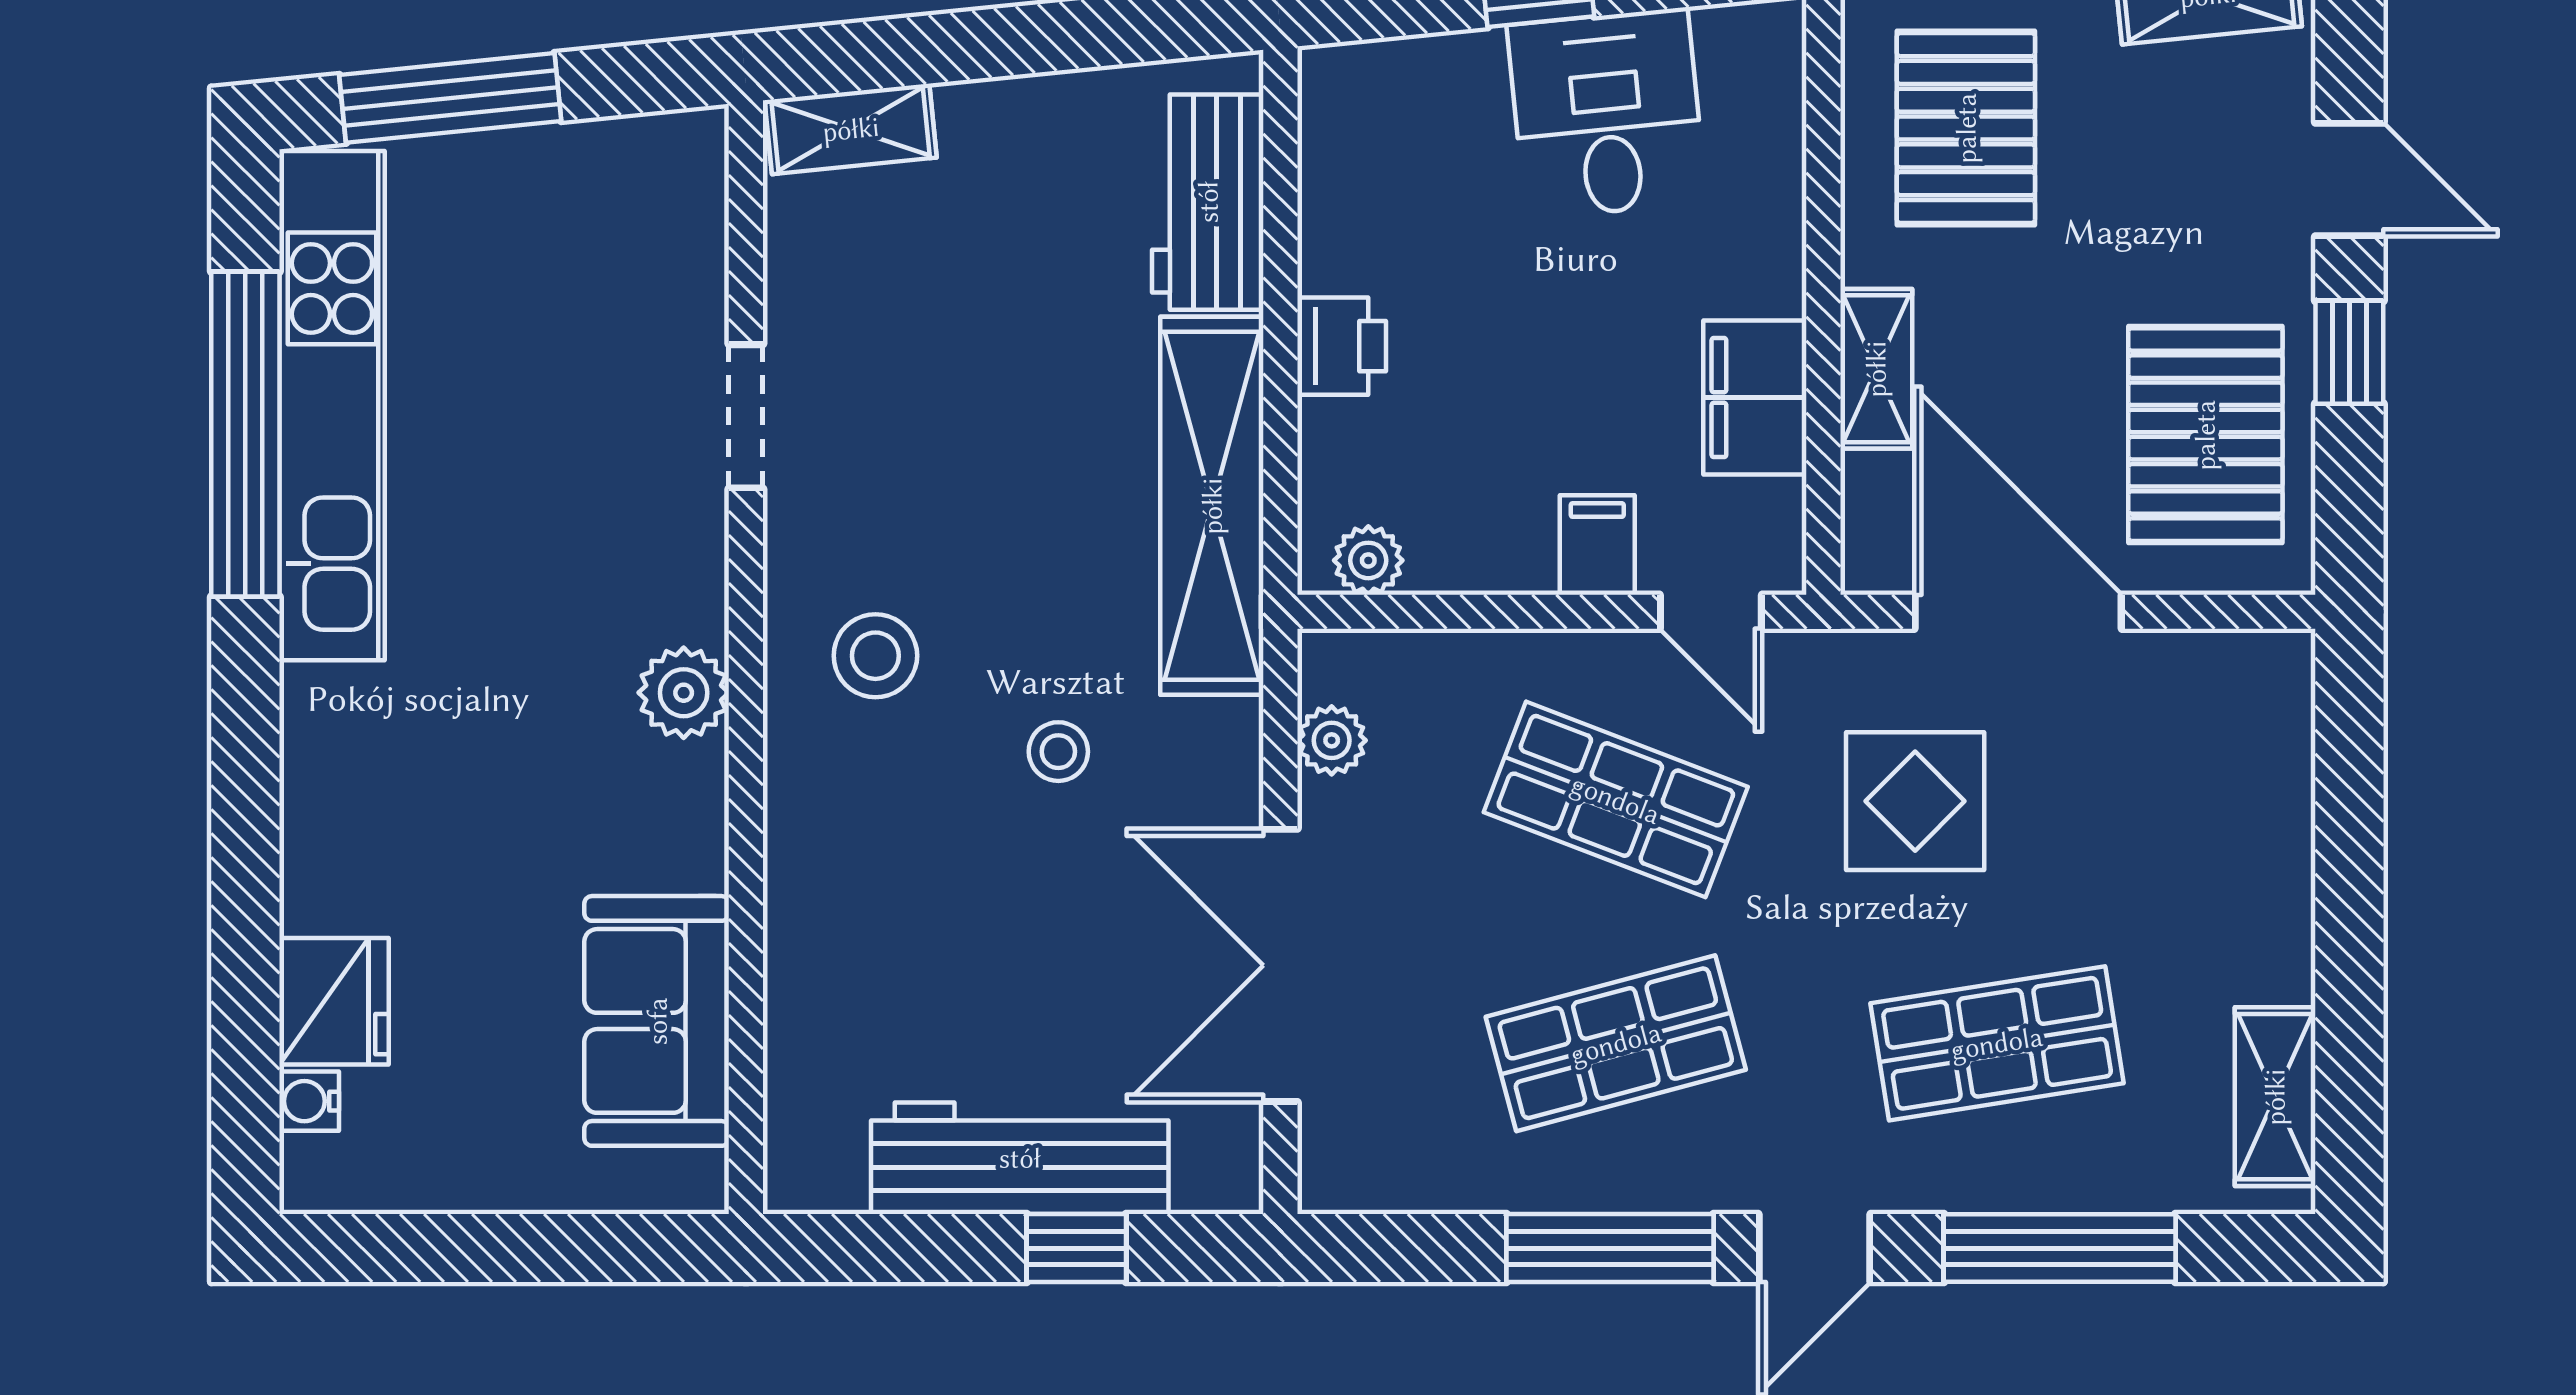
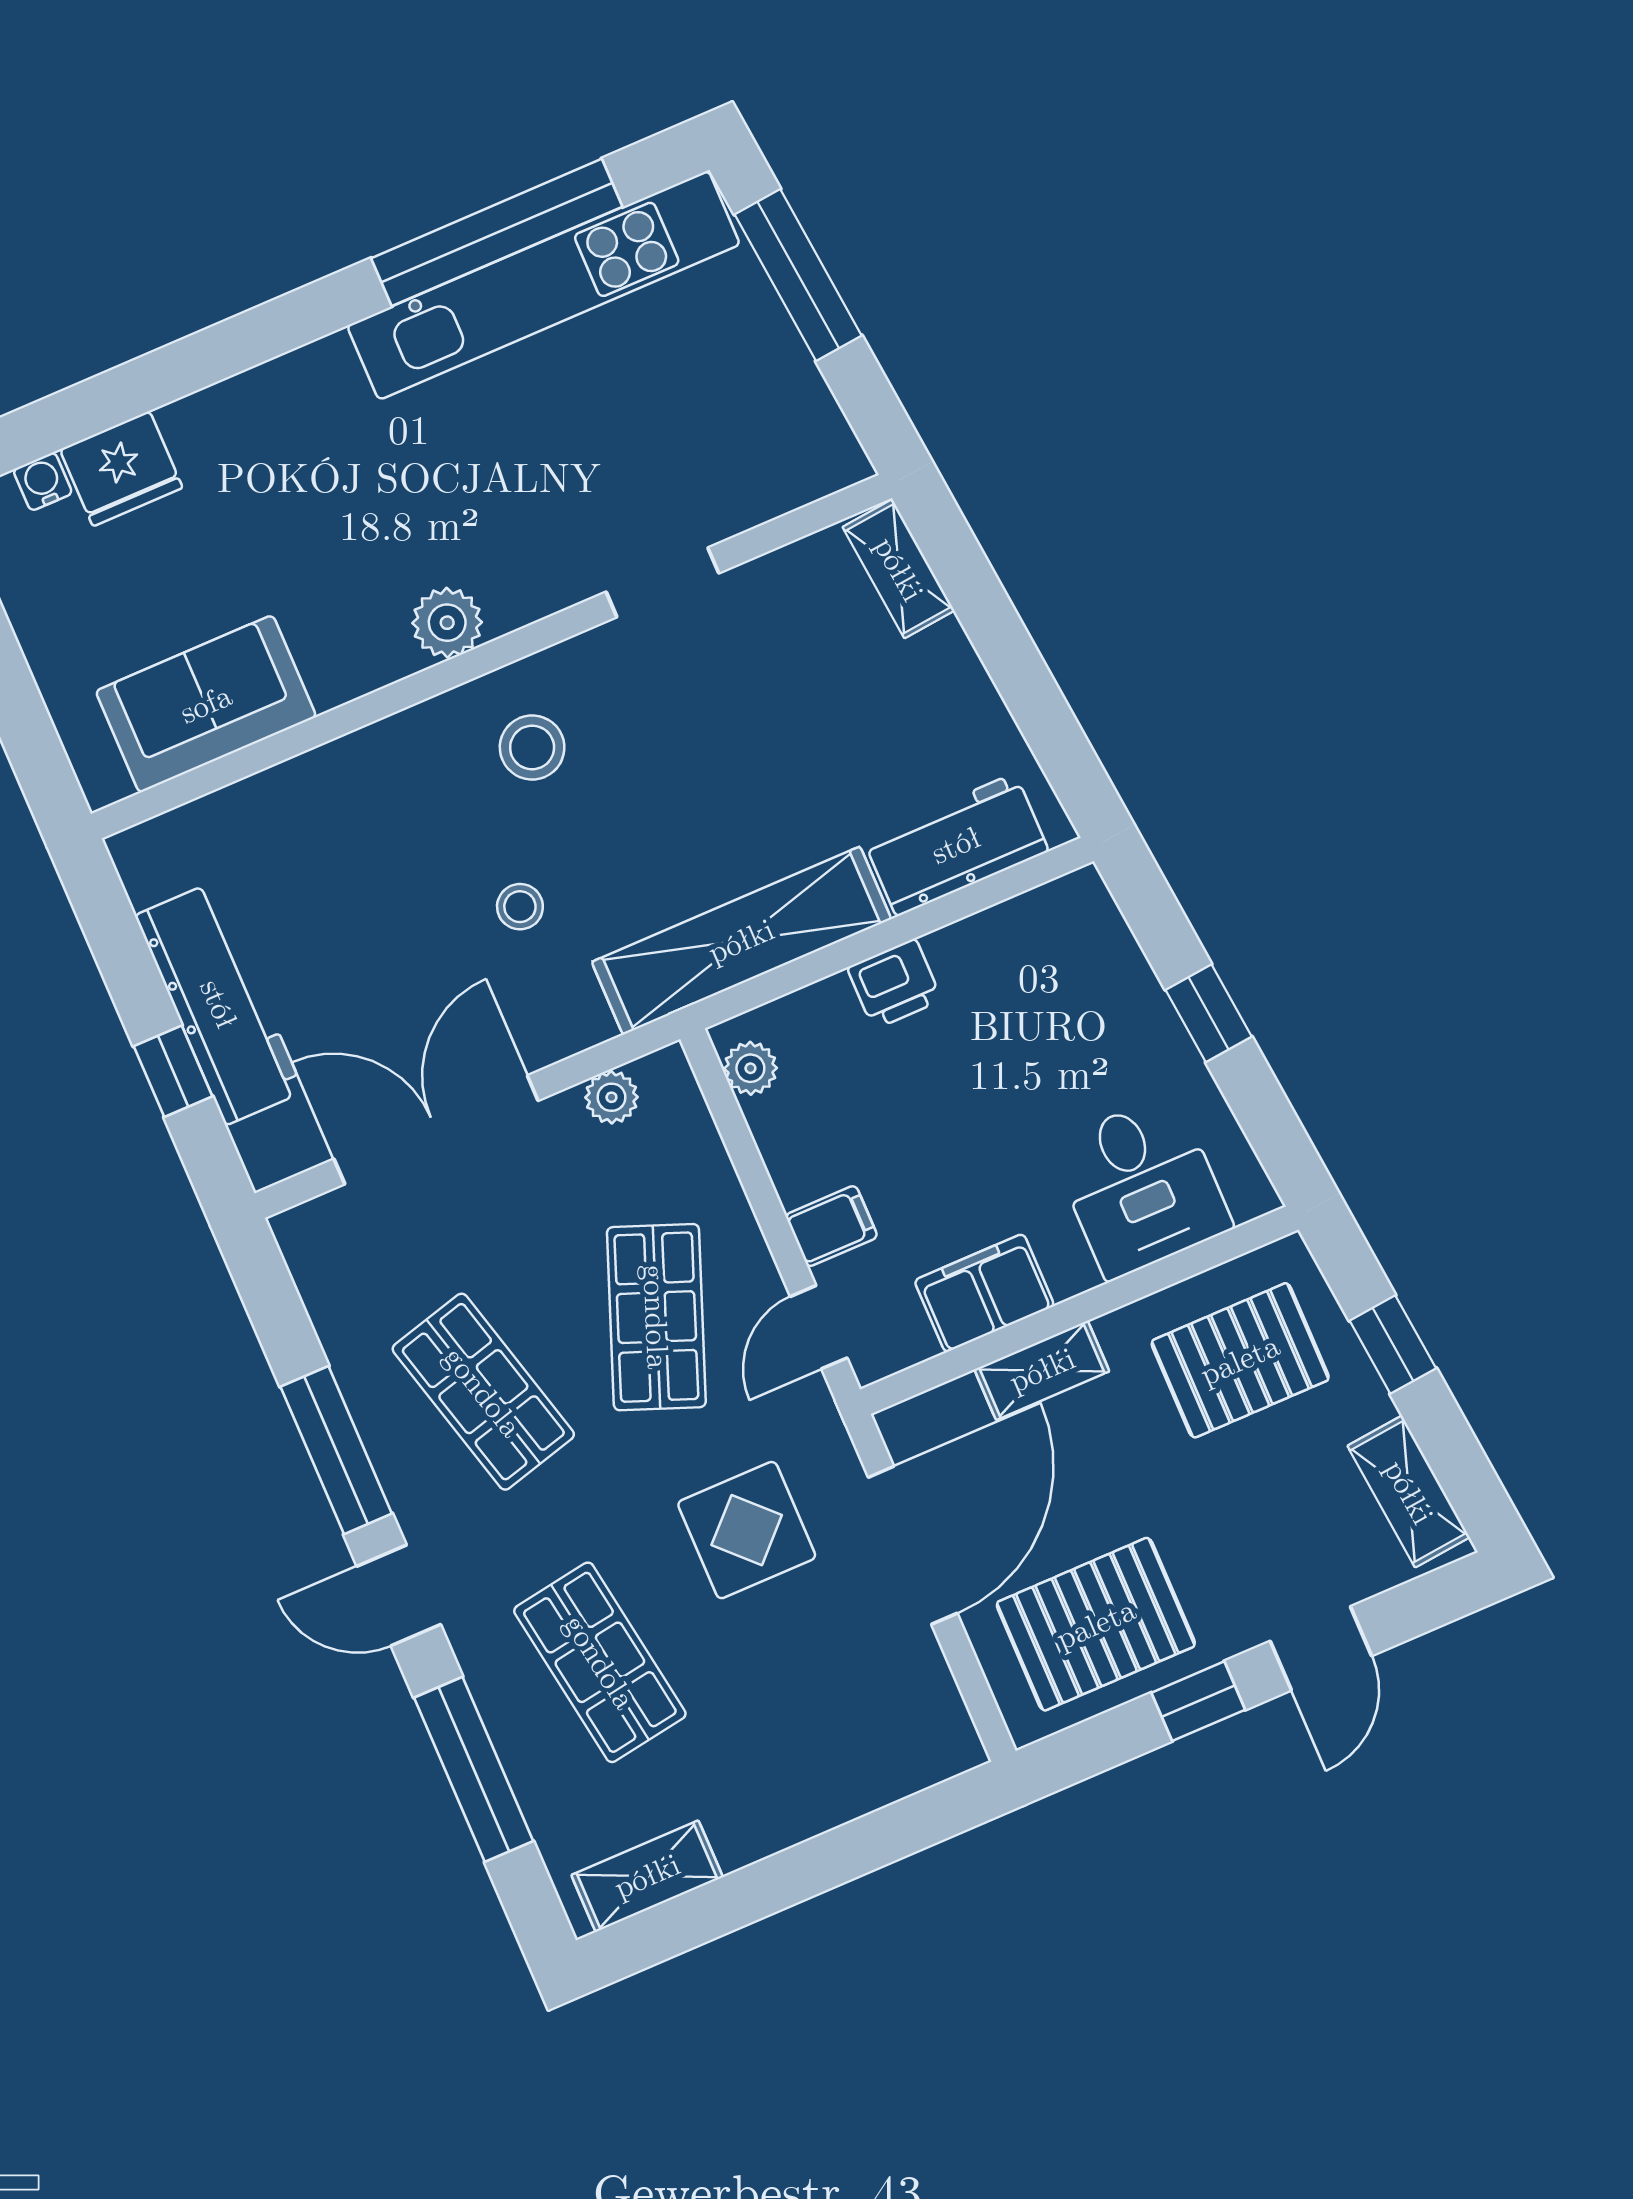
desk: (1607, 114) -> (1141, 1186), moved, turned 96

